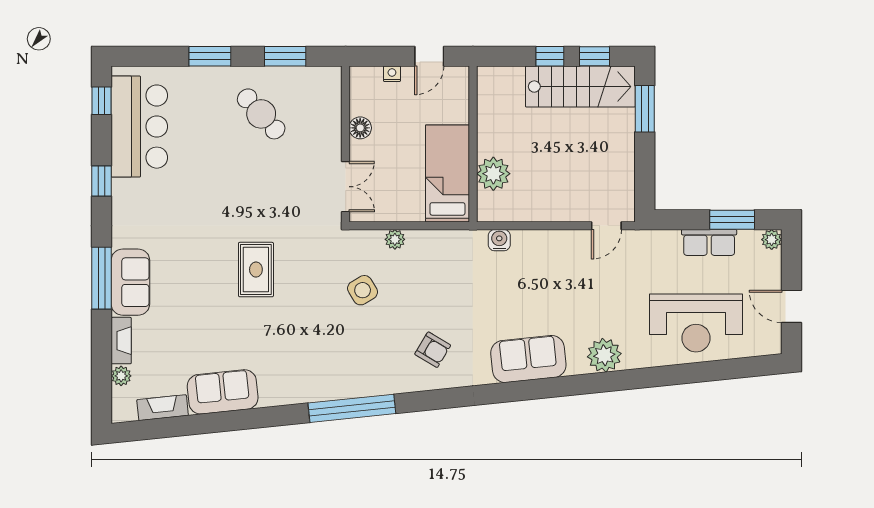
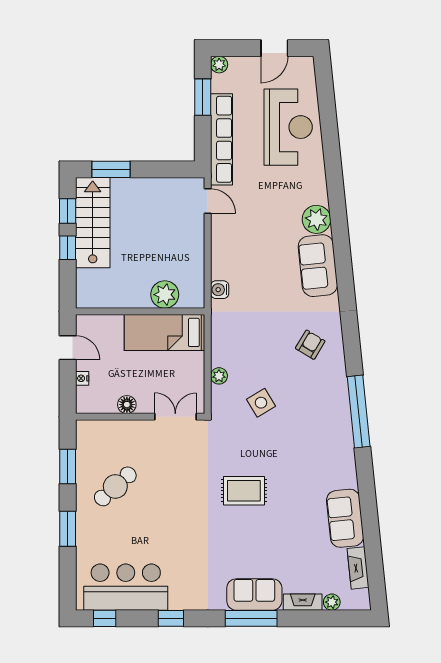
row of seats: (709, 242) -> (222, 139), width x2.02
plant: (604, 355) -> (316, 219), moved

